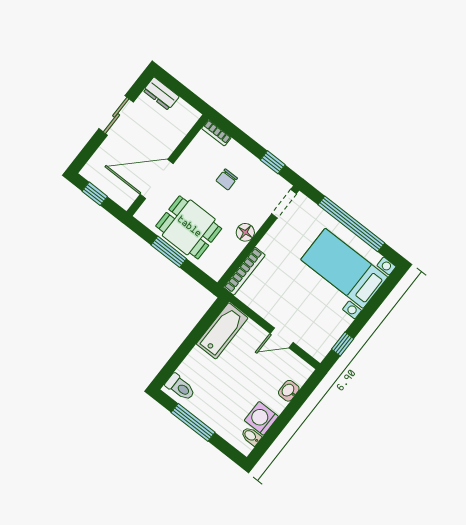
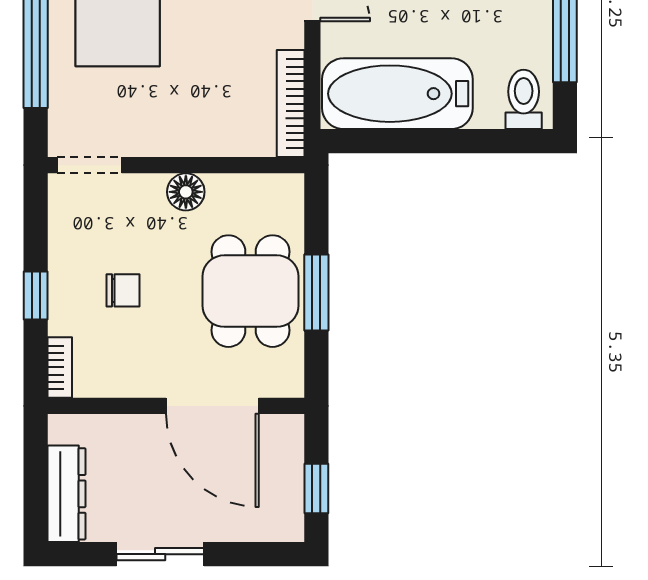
dresser: (161, 94) -> (67, 494), width x1.44
window: (273, 162) -> (36, 296), moved
bookcase: (244, 271) -> (291, 104), moved, turned -90
bathtub: (222, 331) -> (397, 94), width x1.36, depth x1.36

